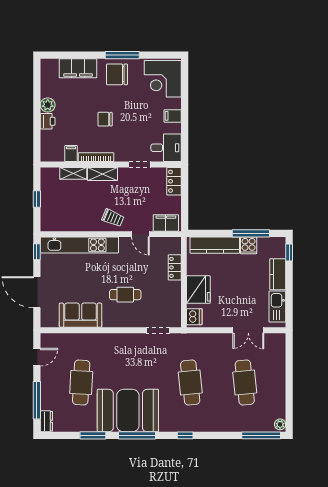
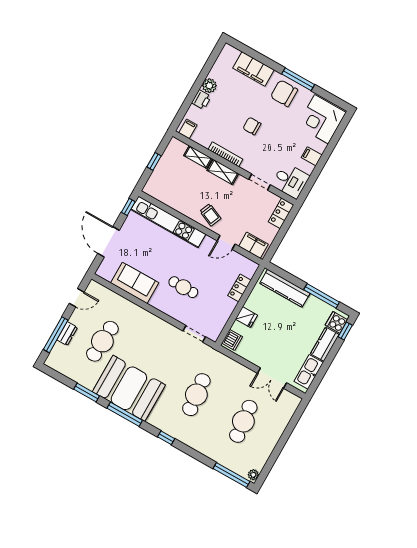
filing cabinet: (71, 154) -> (188, 129), moved
door: (140, 234) -> (226, 242), hinge flipped
cooker: (249, 245) -> (336, 322), moved, turned 90
fridge: (198, 290) -> (246, 317), width x0.53, depth x0.75
dresser: (46, 421) -> (67, 334), moved

